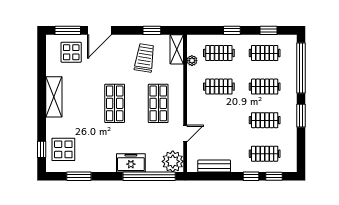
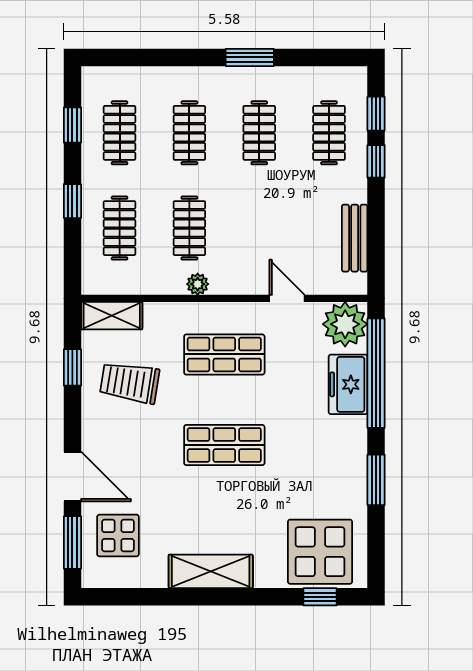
plant: (192, 61) -> (198, 284), moved
window: (301, 68) -> (150, 57), removed
display table: (63, 149) -> (320, 552), width x1.36, depth x1.36
freezer: (131, 163) -> (348, 384), moved
window: (79, 176) -> (376, 480), moved

